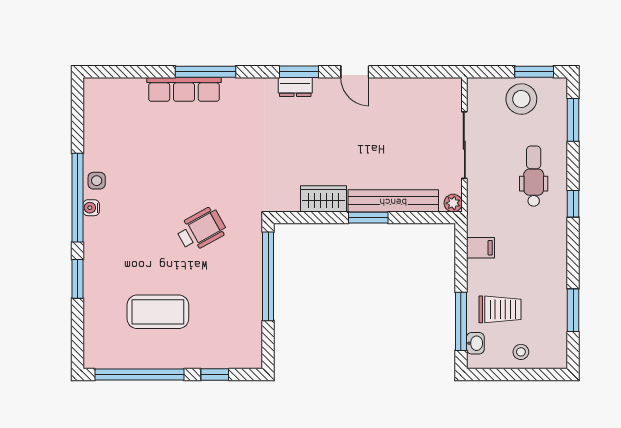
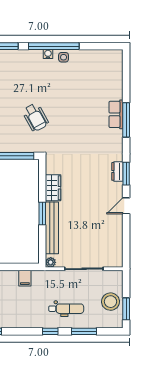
row of seats: (184, 89) -> (116, 114), width x0.68
window: (573, 120) -> (84, 331), moved

